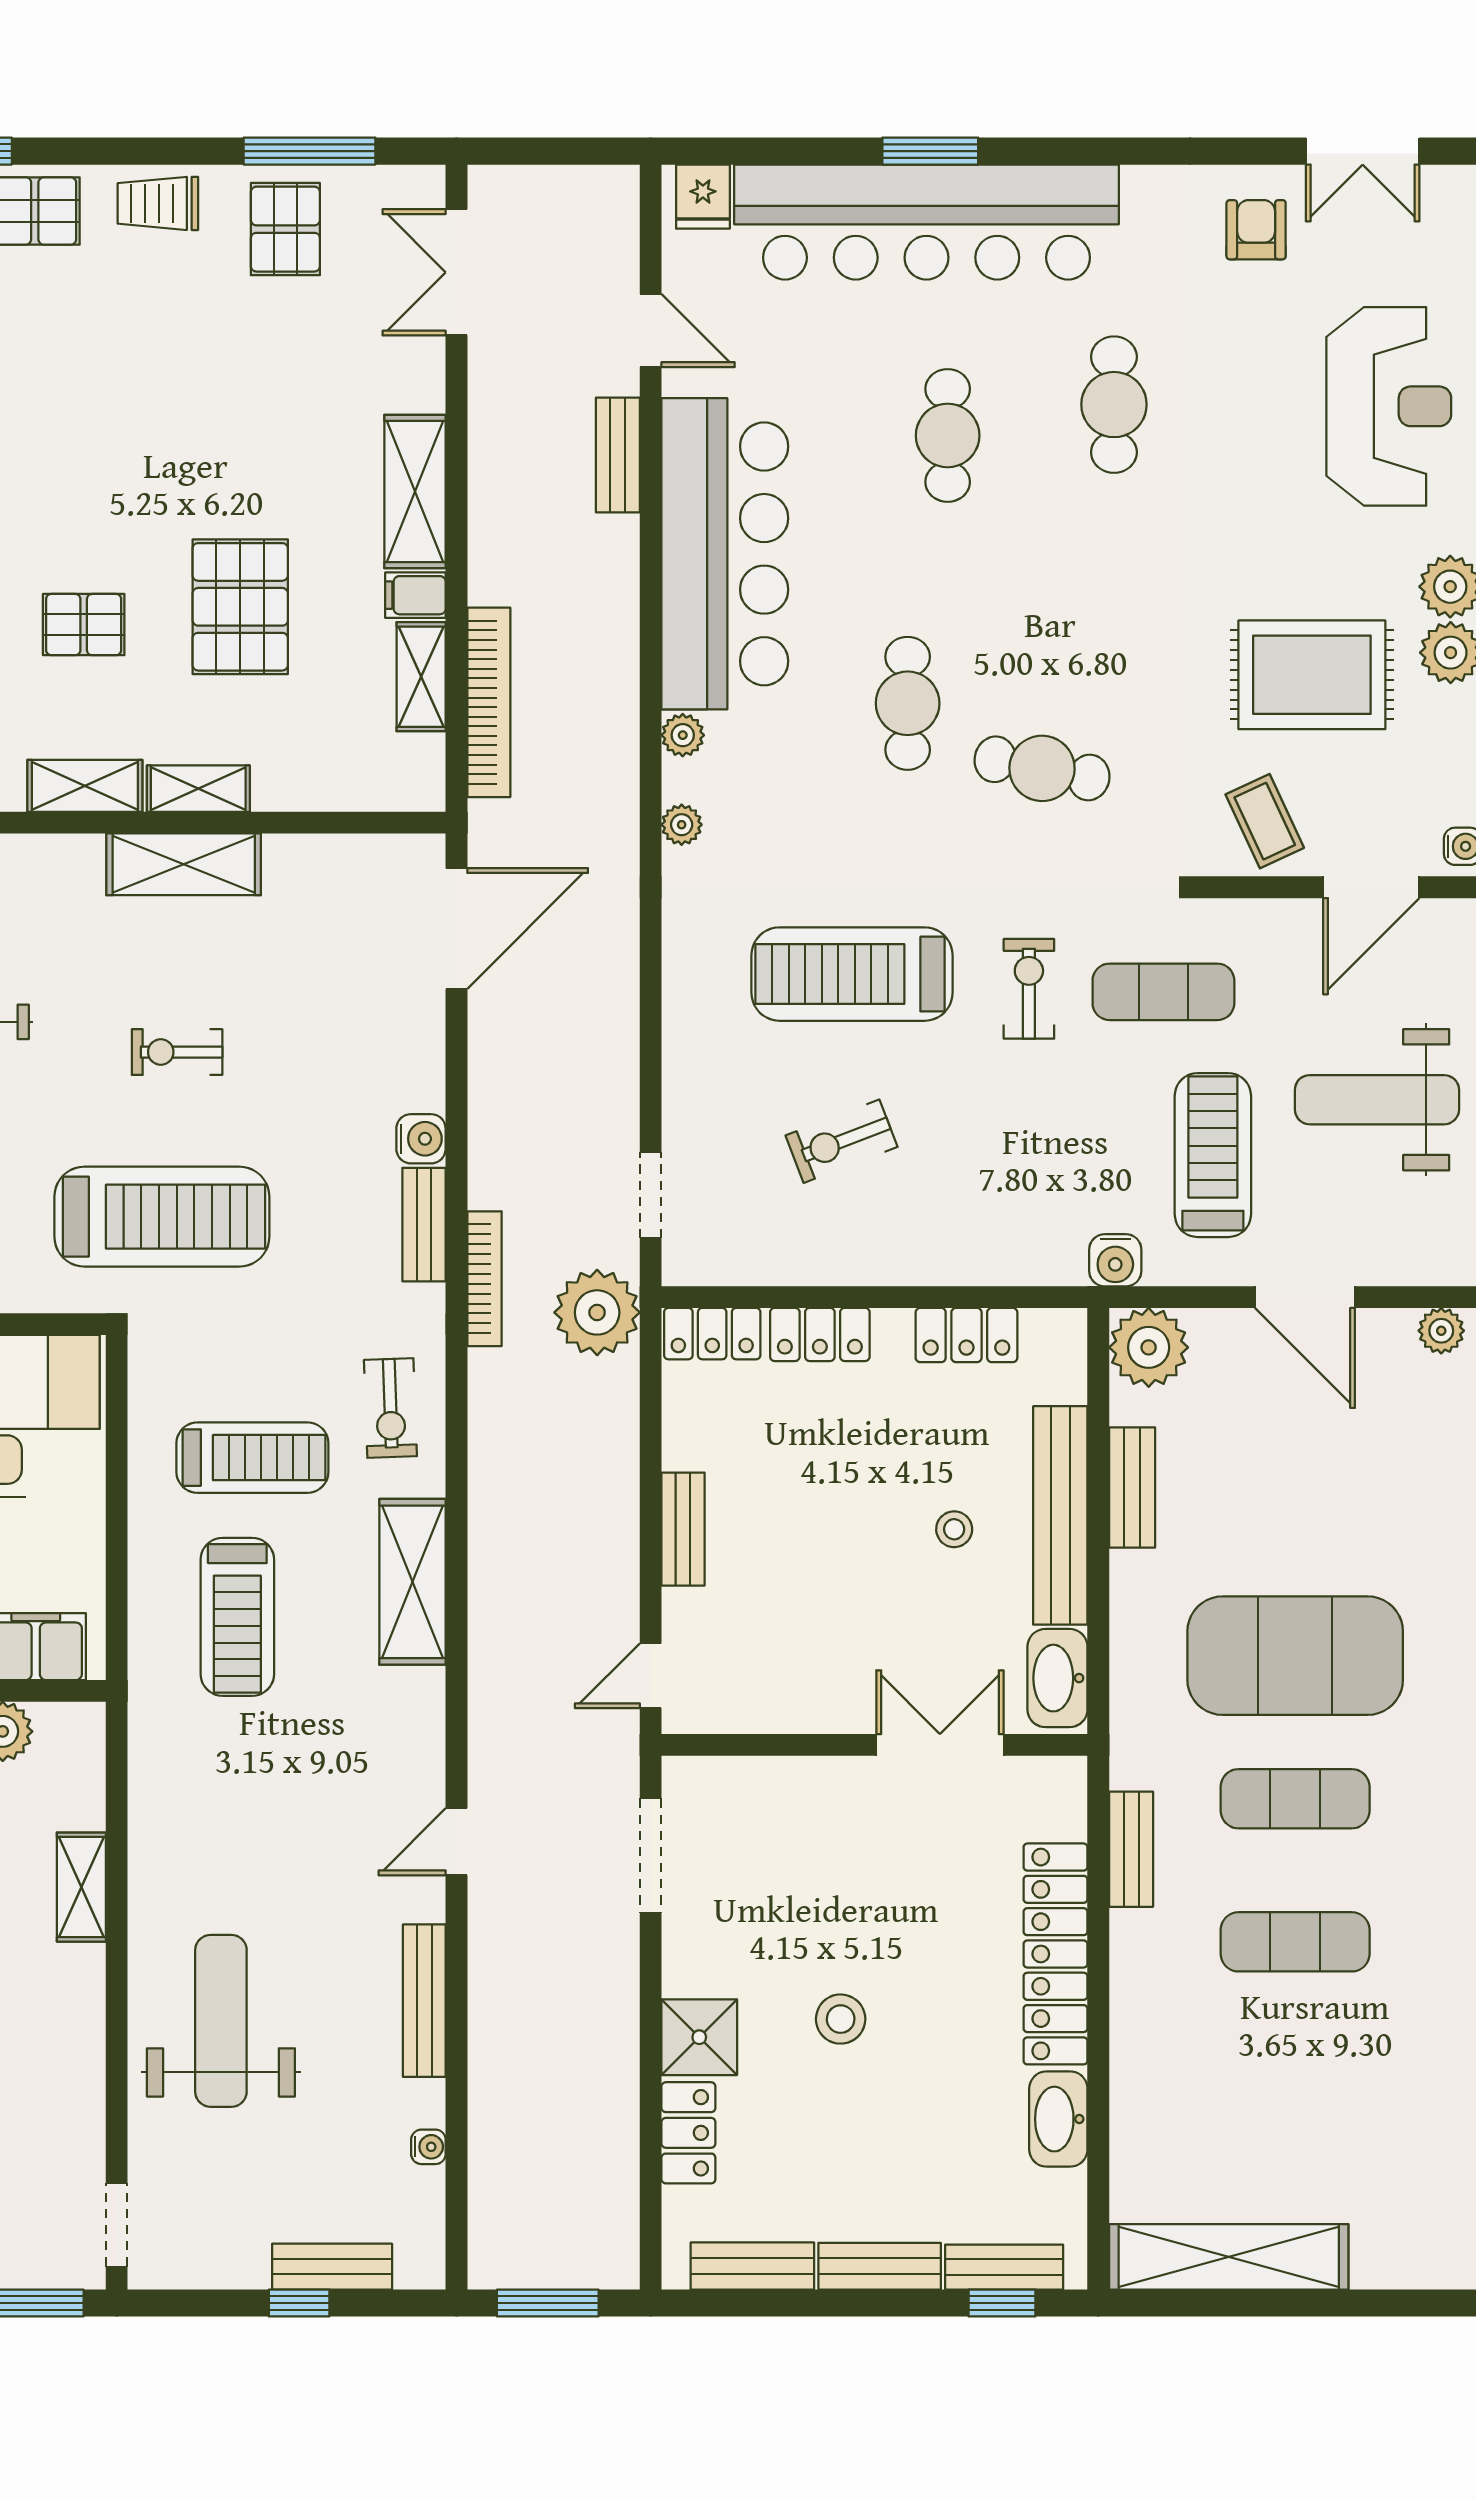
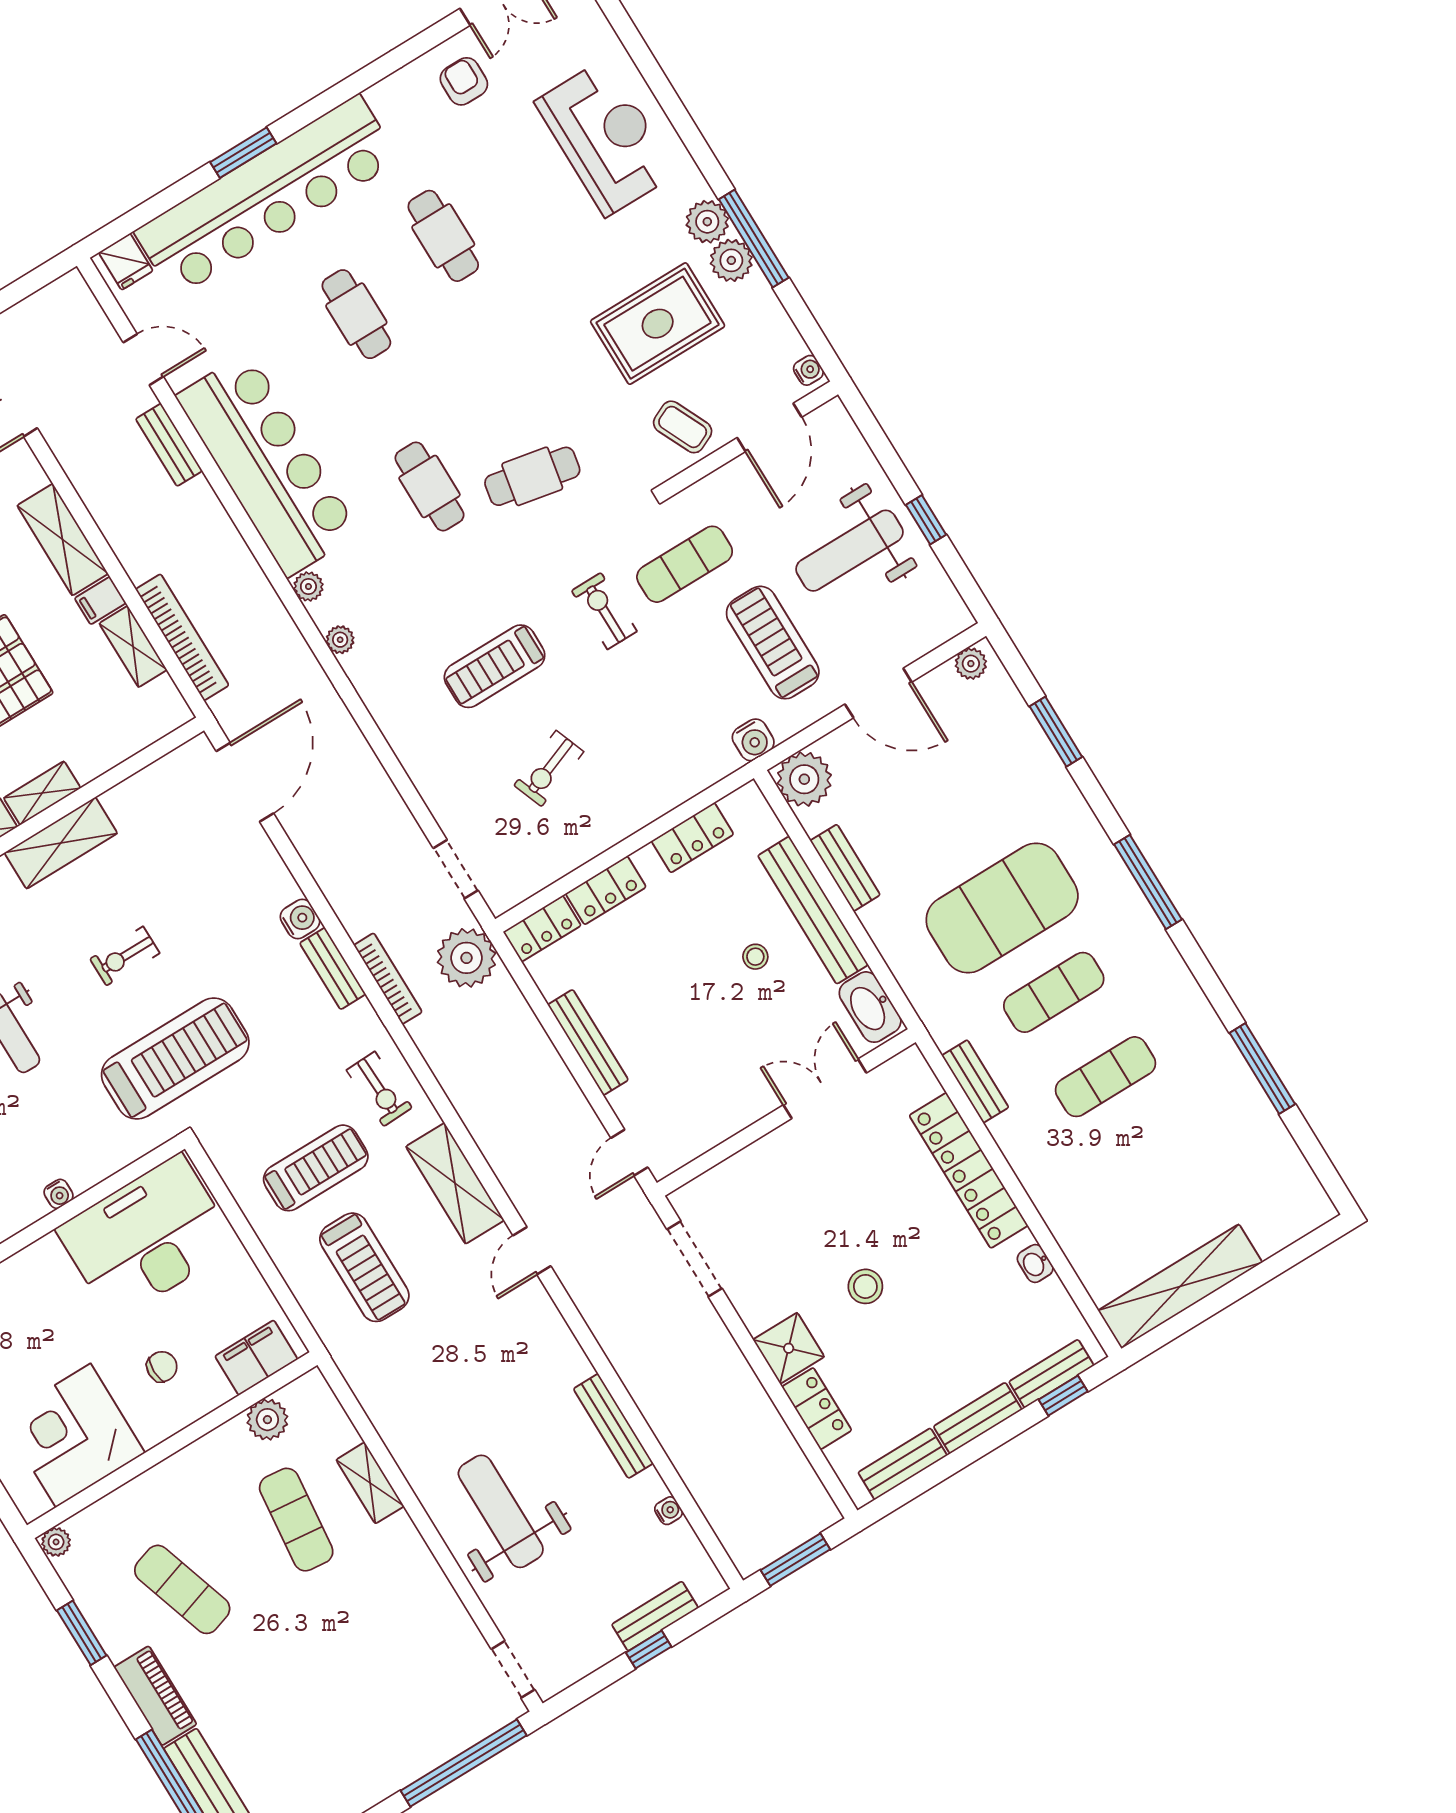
treadmill: (852, 974) -> (495, 666), width x0.73, depth x0.73
bench: (683, 1529) -> (588, 1042), width x1.36
door: (456, 1842) -> (532, 1251), moved
washbasin: (1058, 2119) -> (1035, 1263), width x0.52, depth x0.69

